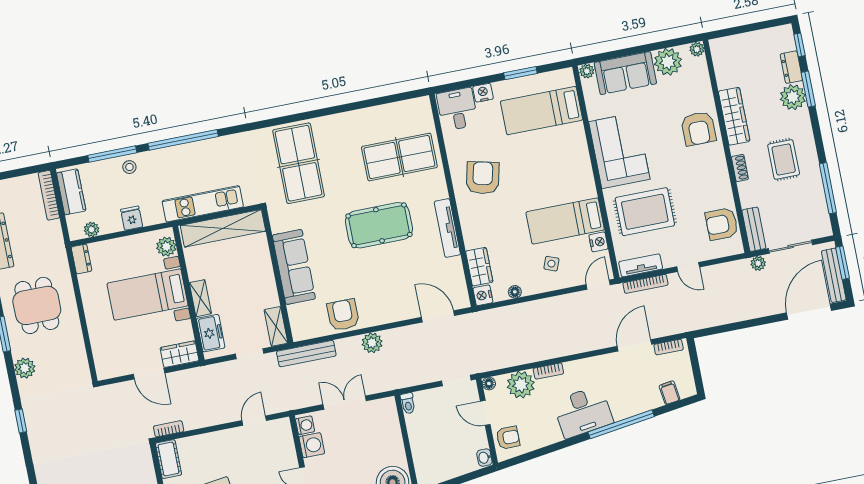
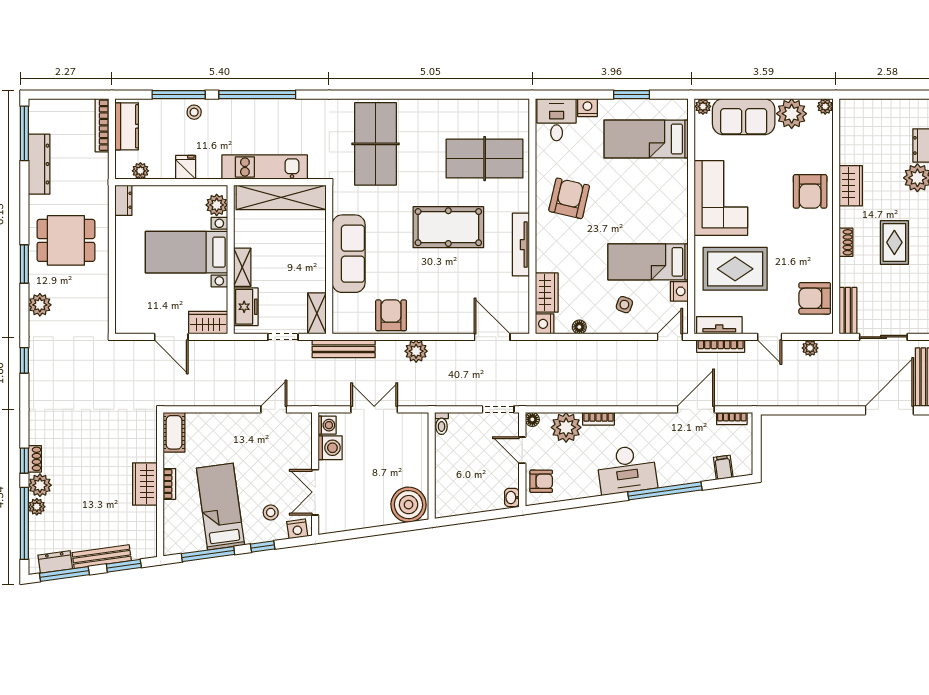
wardrobe: (734, 116) -> (851, 186), width x0.67
plant: (758, 263) -> (810, 348), moved
dining table: (37, 305) -> (66, 240), turned 90
bookcase: (169, 429) -> (181, 400), removed

